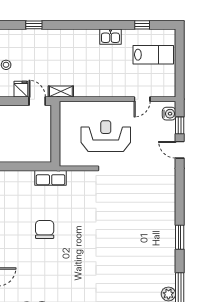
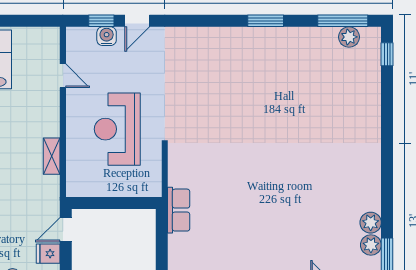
shelving: (61, 91) -> (52, 156), moved
water cooler: (169, 114) -> (107, 36), moved
chair: (45, 229) -> (254, 219), removed

